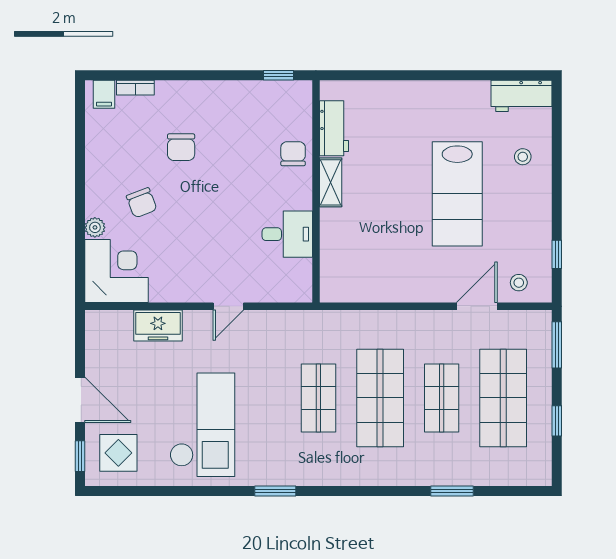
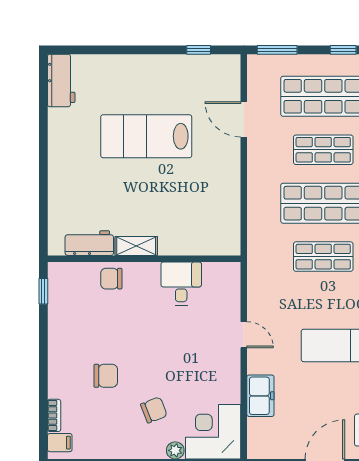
stool: (523, 157) -> (114, 79), removed
lab bench: (457, 194) -> (146, 136), turned 180
stool: (519, 283) -> (223, 83), removed

